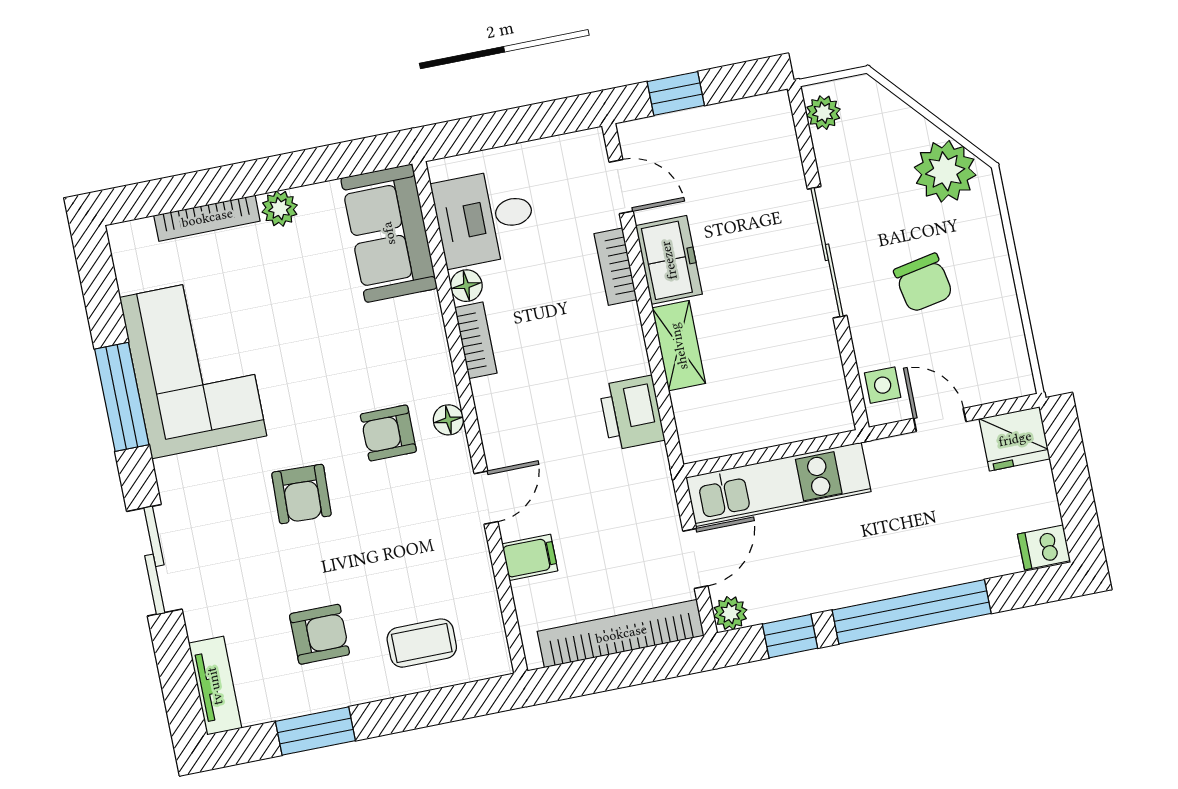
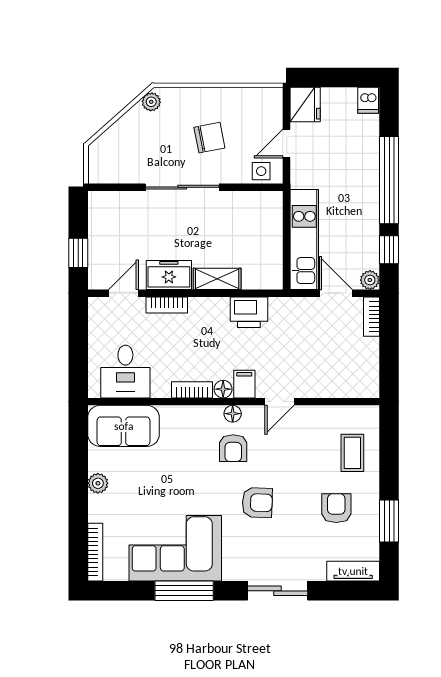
plant: (823, 113) -> (105, 174), removed
plant: (945, 171) -> (151, 102), width x0.53, depth x0.53
bookcase: (207, 218) -> (95, 552), moved
floor lamp: (466, 286) -> (223, 389), moved
door: (486, 498) -> (280, 402), swing flipped
filing cabinet: (530, 557) -> (244, 384), moved
bookcase: (621, 634) -> (371, 317), width x0.43, depth x0.76

